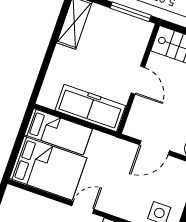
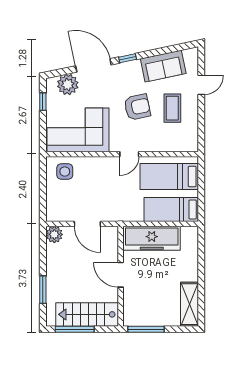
door: (155, 148) -> (87, 224), swing flipped
bed: (48, 168) -> (169, 177), width x0.67

